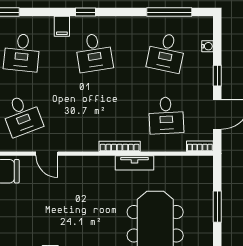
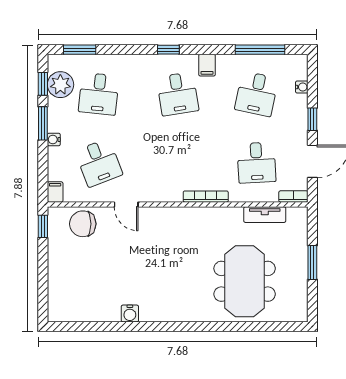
filing cabinet: (62, 26) -> (207, 65), moved
tv unit: (134, 163) -> (265, 215), moved

